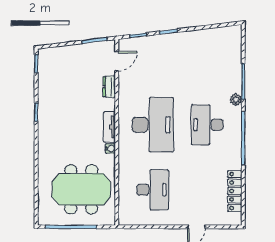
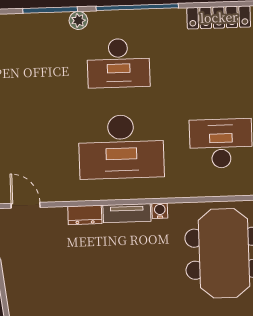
dresser: (109, 87) -> (85, 215), moved
desk: (153, 125) -> (121, 147), turned 180

